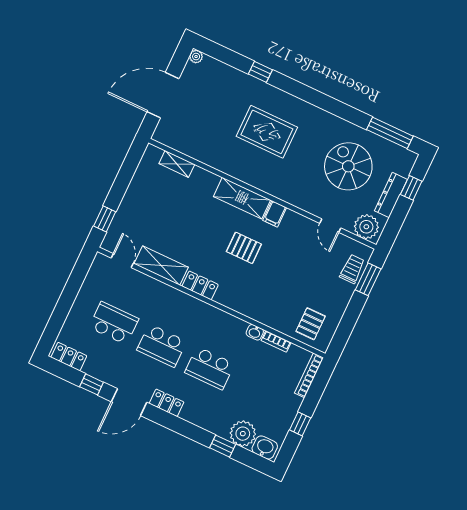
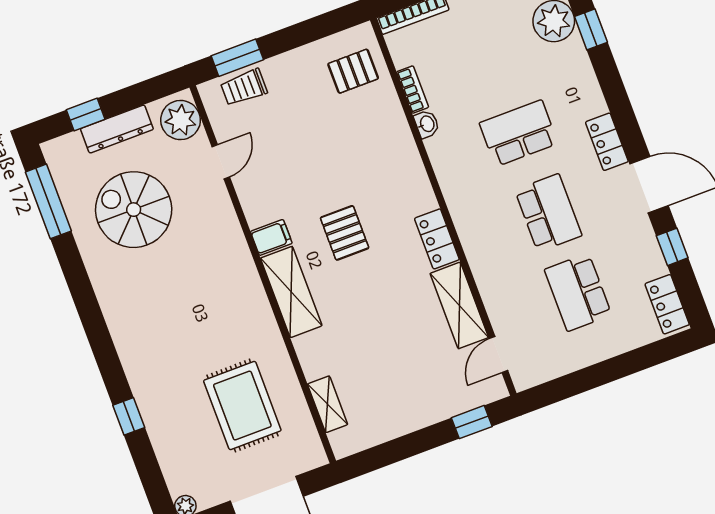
rug: (267, 132) -> (242, 406), moved
spiral stairs: (348, 166) -> (134, 210), turned 90
school desk: (210, 368) -> (519, 133), turned -90

